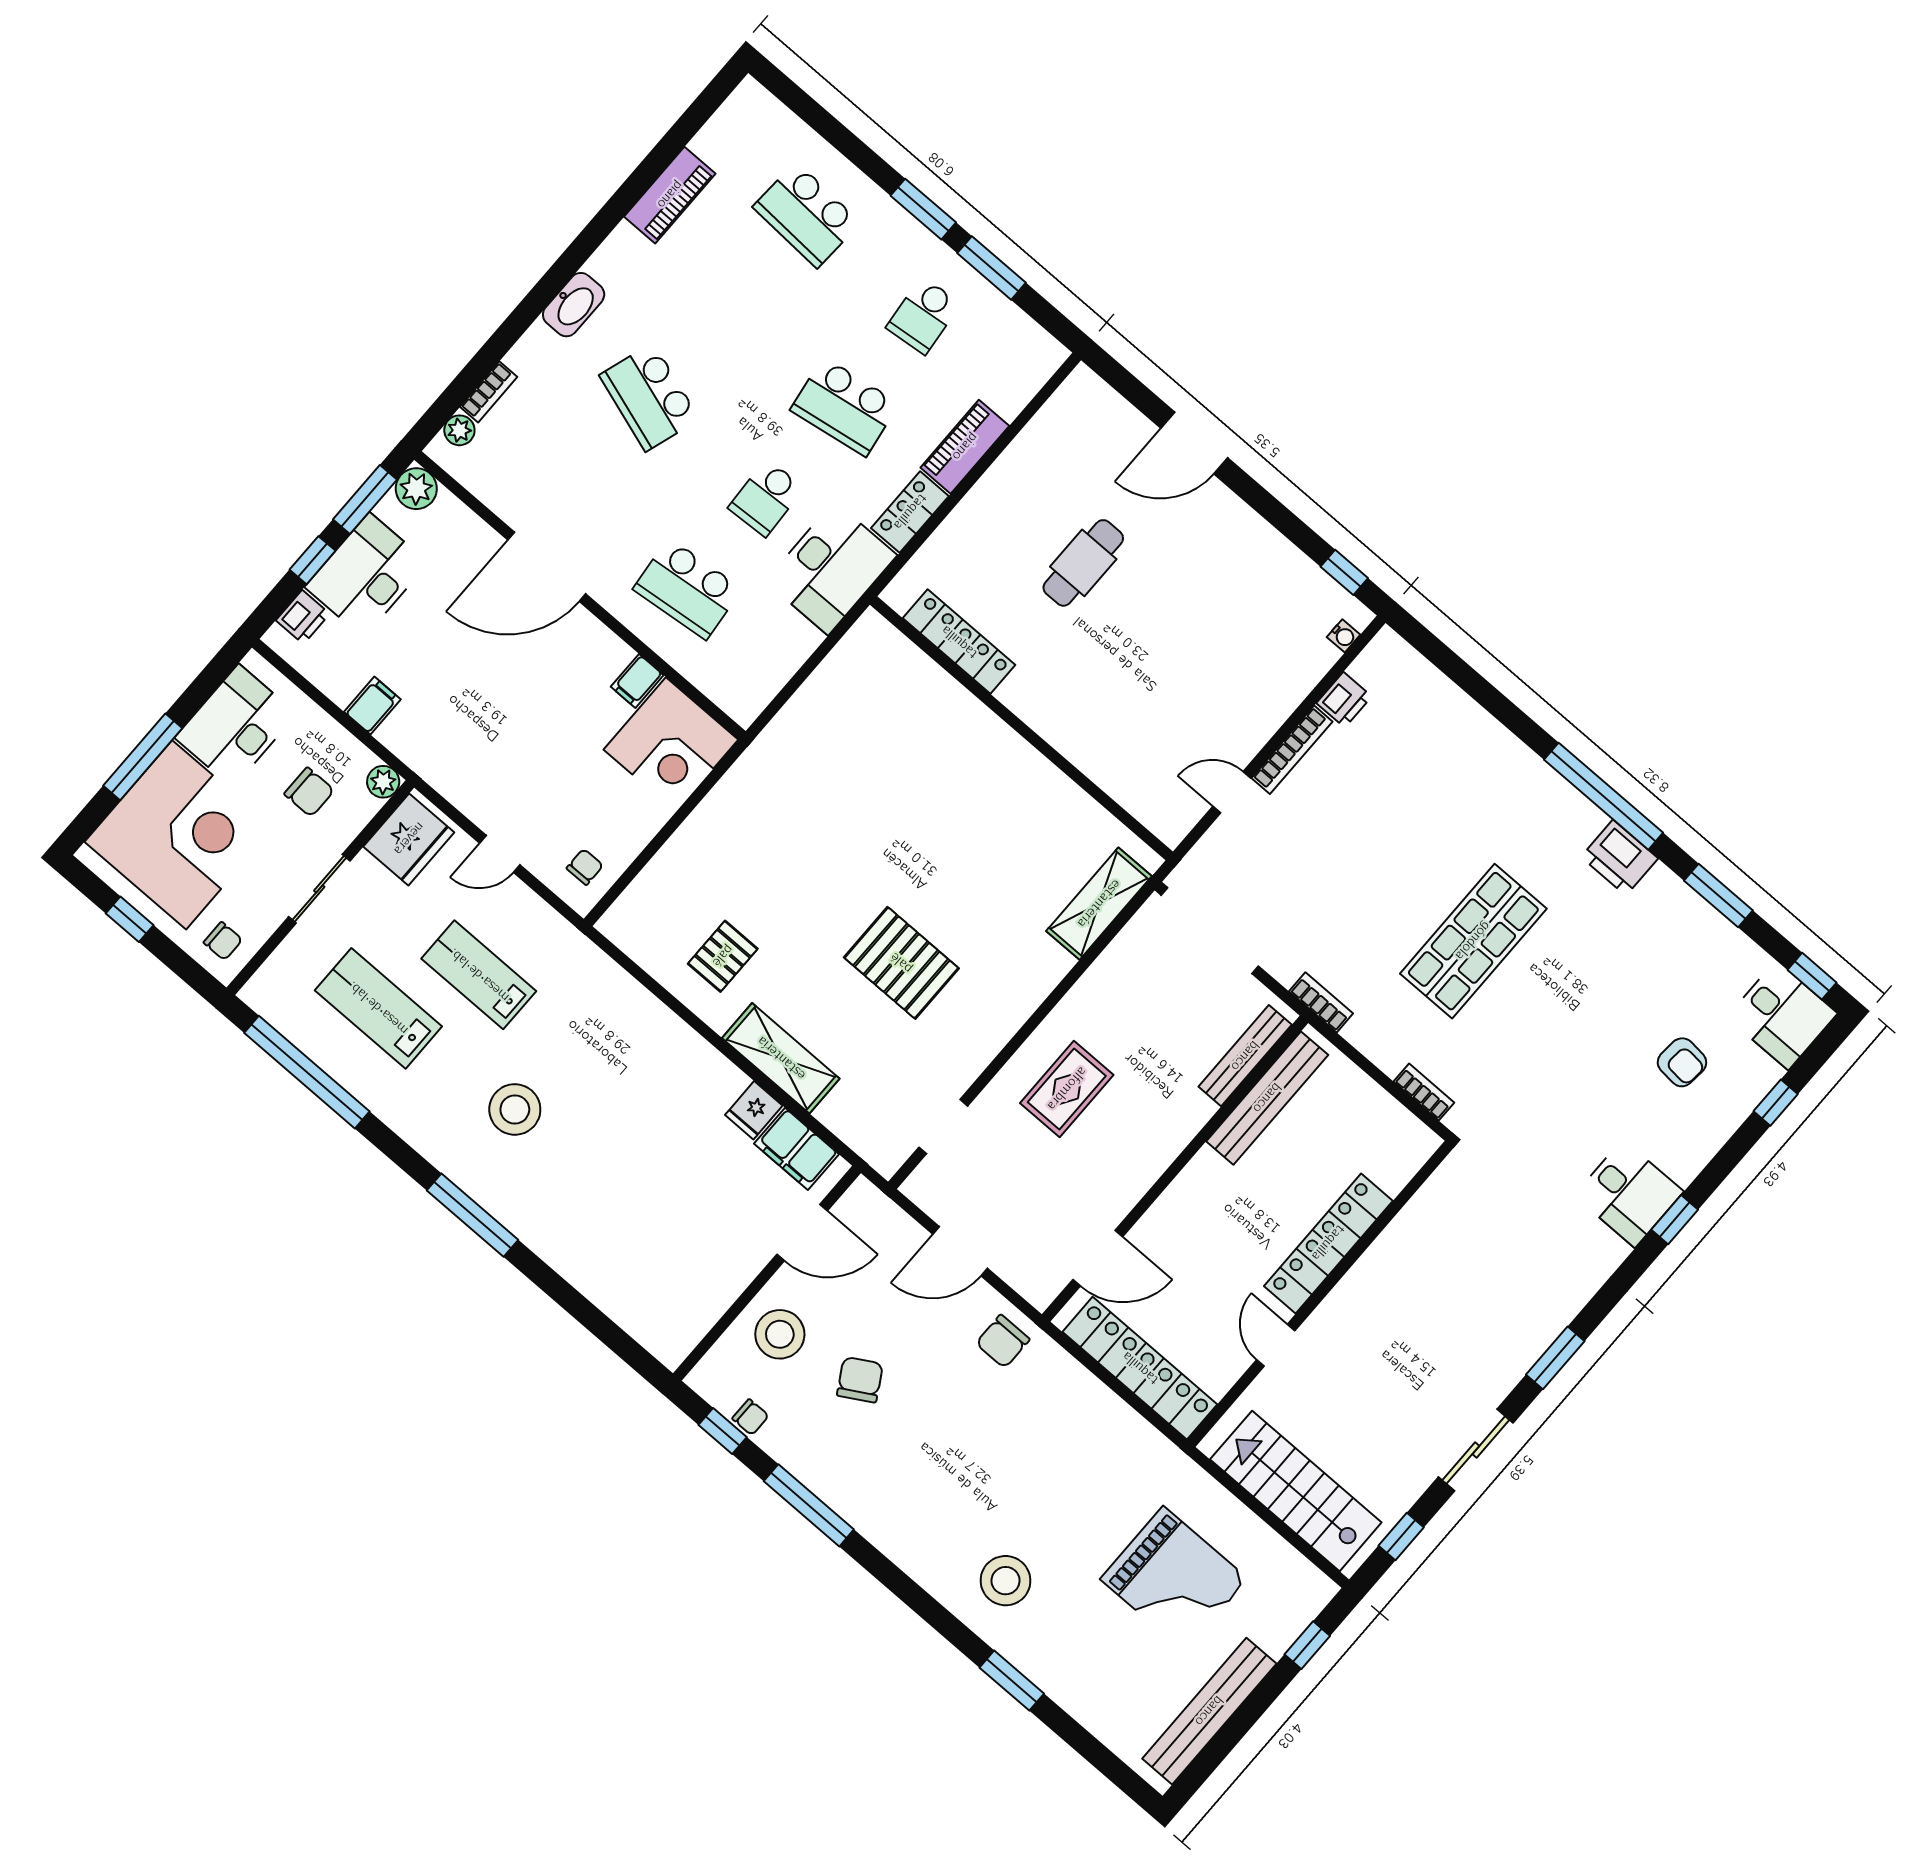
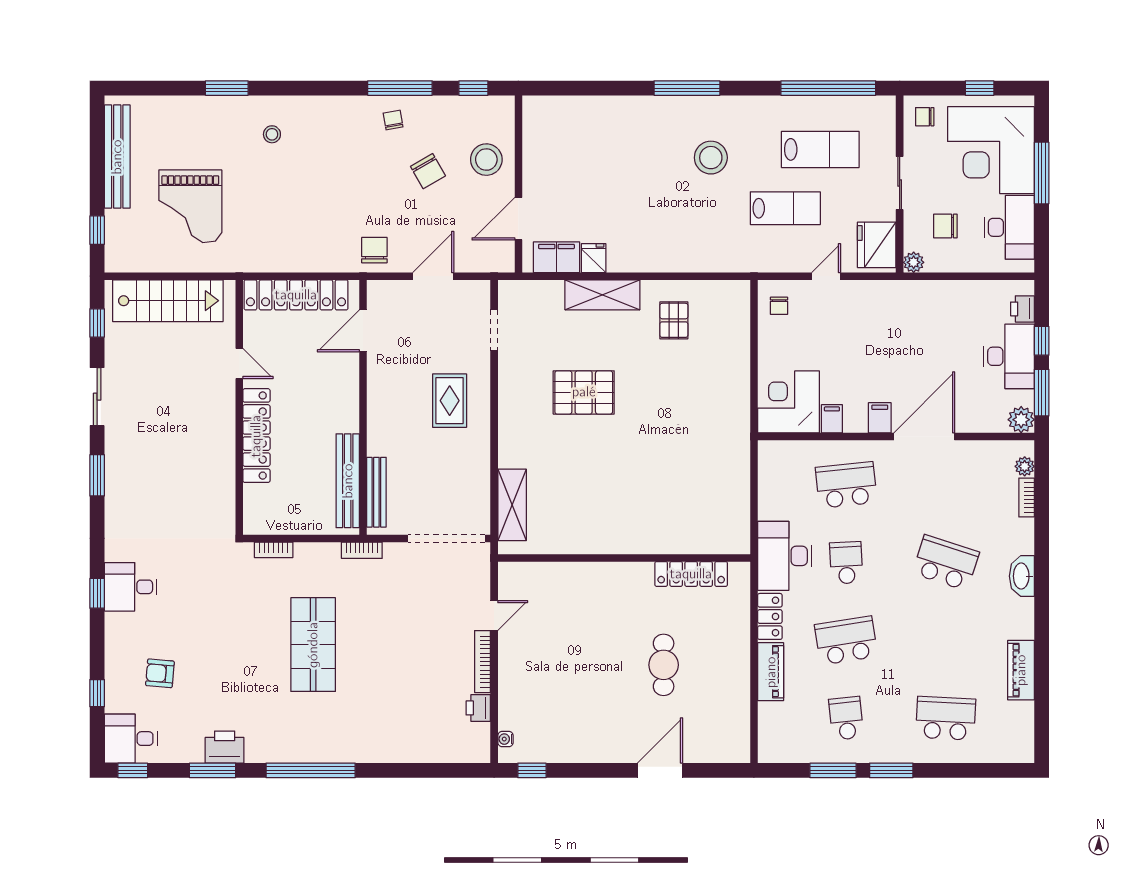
filing cabinet: (372, 706) -> (880, 418), moved, turned 180
printer: (1619, 858) -> (225, 747), moved
chair: (750, 1417) -> (393, 120), moved, turned 80
grand piano: (1174, 1579) -> (190, 206), turned -90
stool: (1006, 1581) -> (272, 134), width x0.53, depth x0.53

